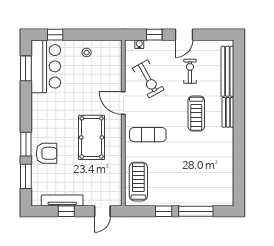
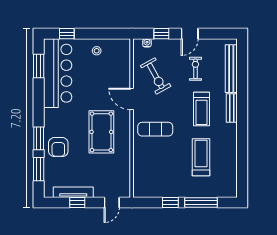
bar counter: (46, 66) -> (58, 73), width x1.36
armchair: (46, 153) -> (58, 147), turned 90
treadmill: (138, 182) -> (201, 157), moved

